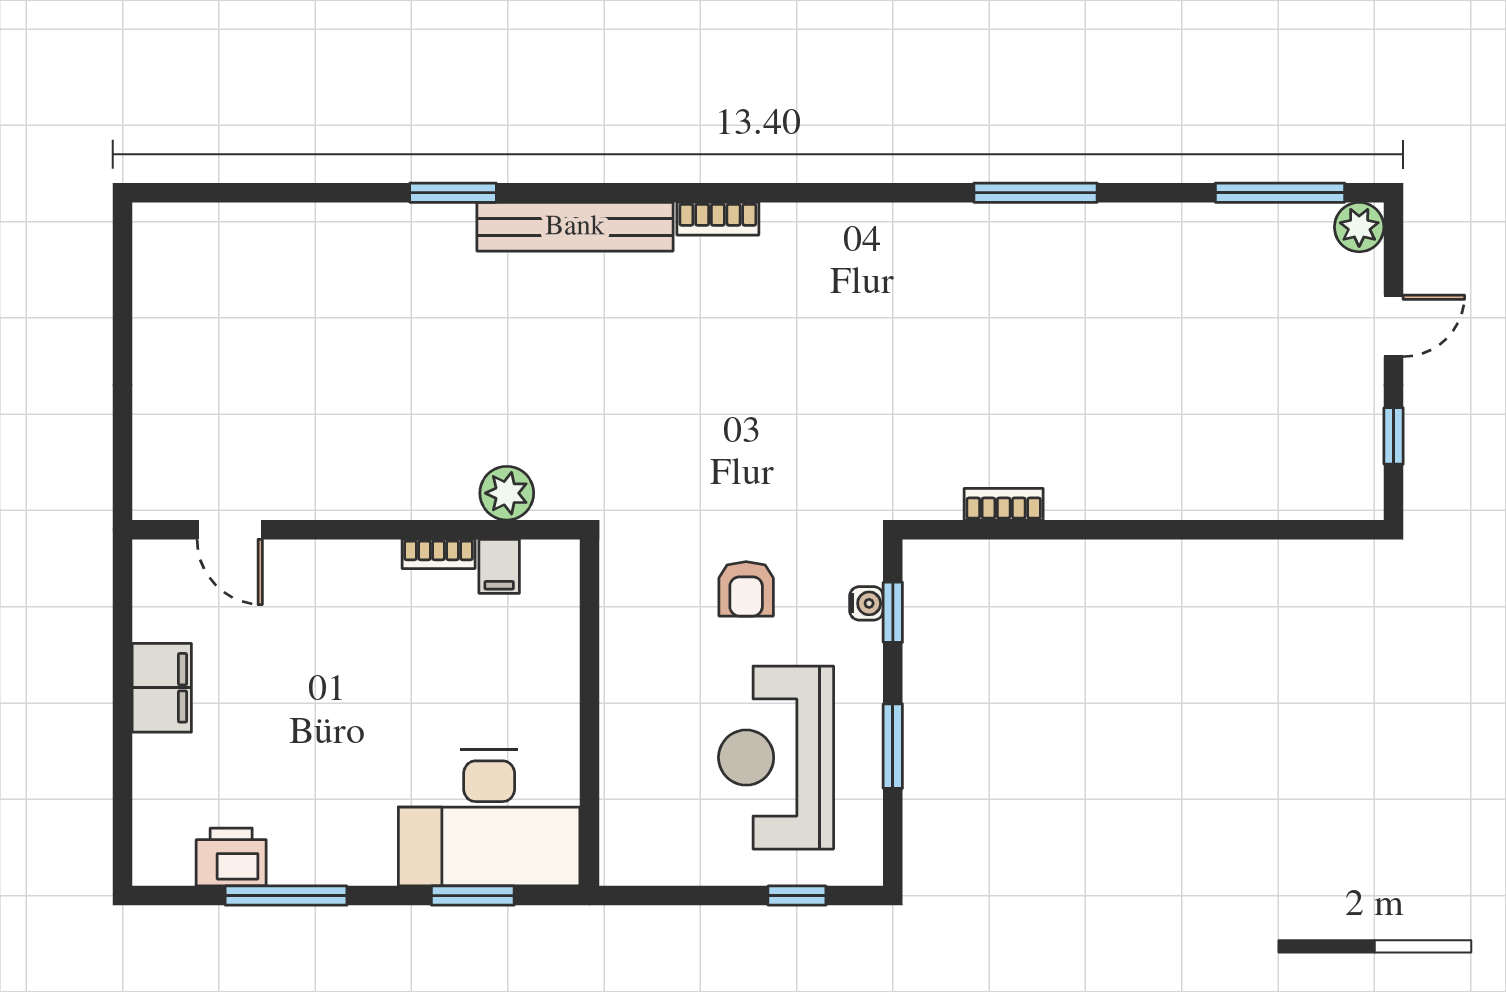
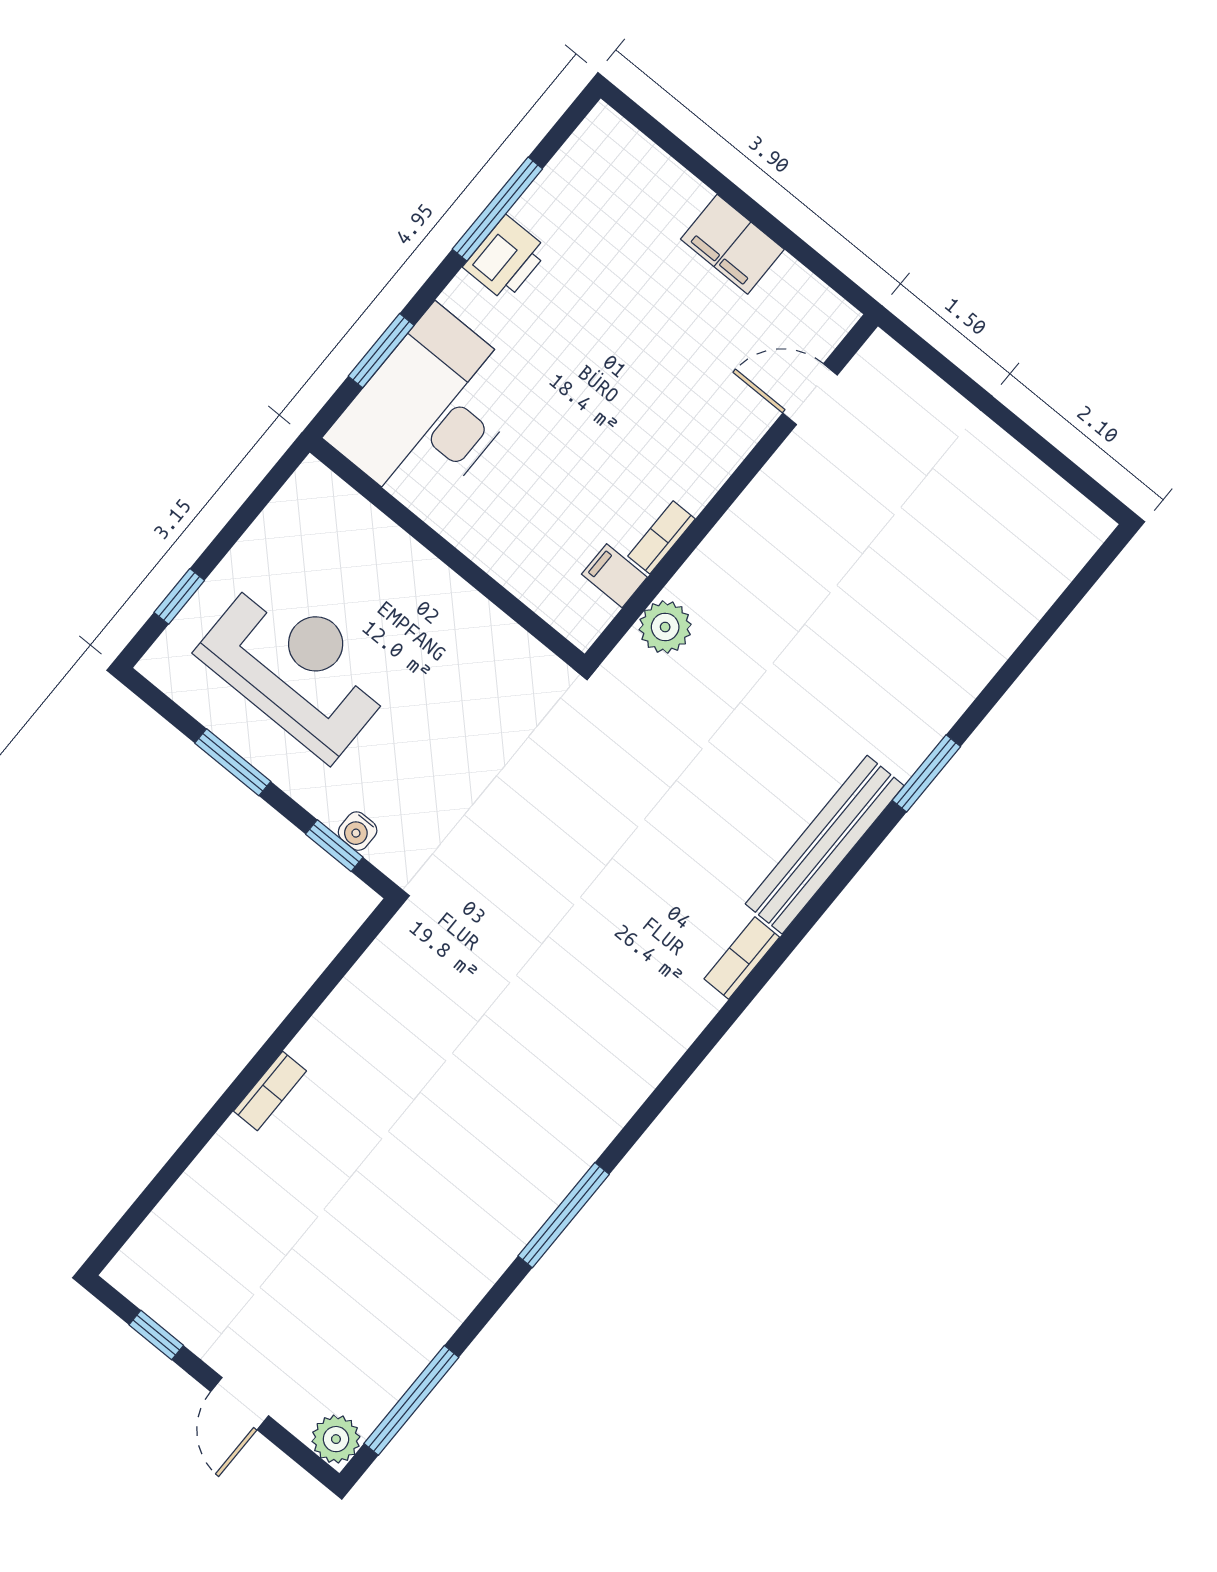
bookcase: (1004, 504) -> (270, 1091), moved
armchair: (746, 589) -> (444, 749), removed
printer: (231, 857) -> (506, 258), moved

